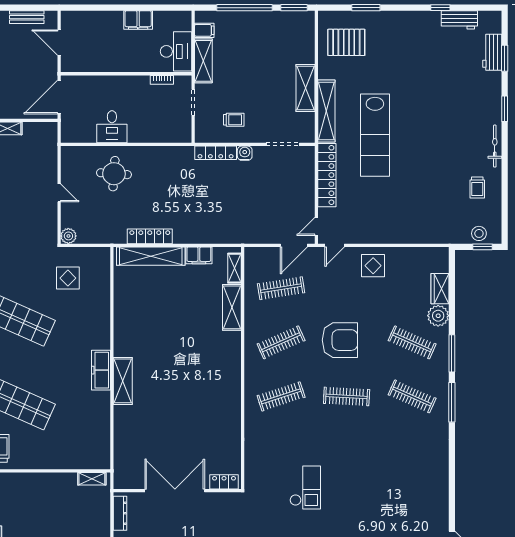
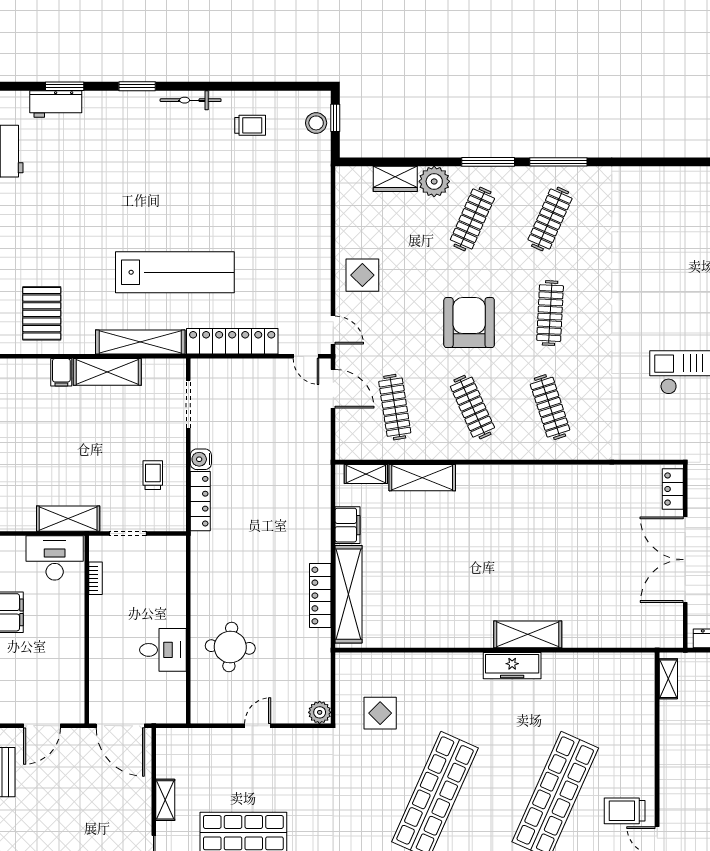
filing cabinet: (204, 30) -> (61, 372), moved, turned 180

